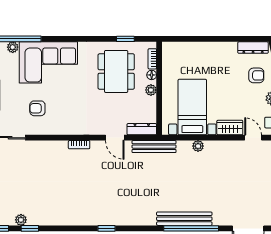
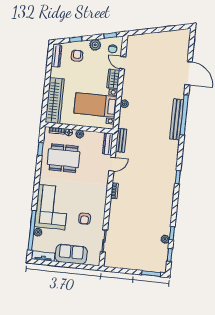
wardrobe: (193, 52) -> (55, 101), added
door: (253, 138) -> (122, 63), hinge flipped
bench: (154, 147) -> (121, 140), width x0.73

